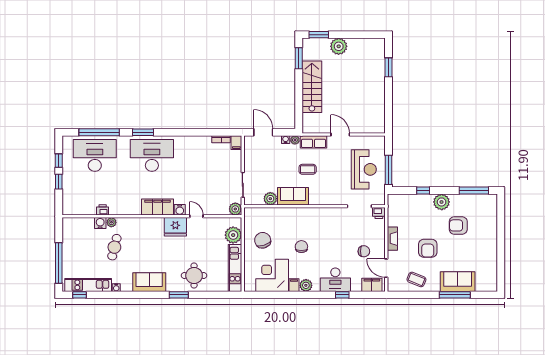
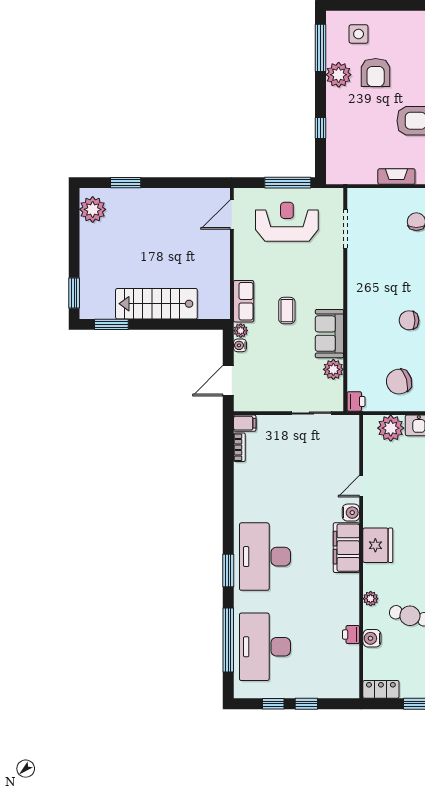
plant: (339, 46) -> (93, 209), moved
door: (340, 134) -> (232, 215), moved
plant: (442, 202) -> (339, 75), moved
plant: (235, 209) -> (350, 425), removed
printer: (379, 213) -> (356, 401), moved
side table: (483, 215) -> (359, 34), added
plant: (111, 222) -> (371, 599), moved
fridge: (175, 227) -> (378, 545), moved
locker: (68, 229) -> (381, 689), added

